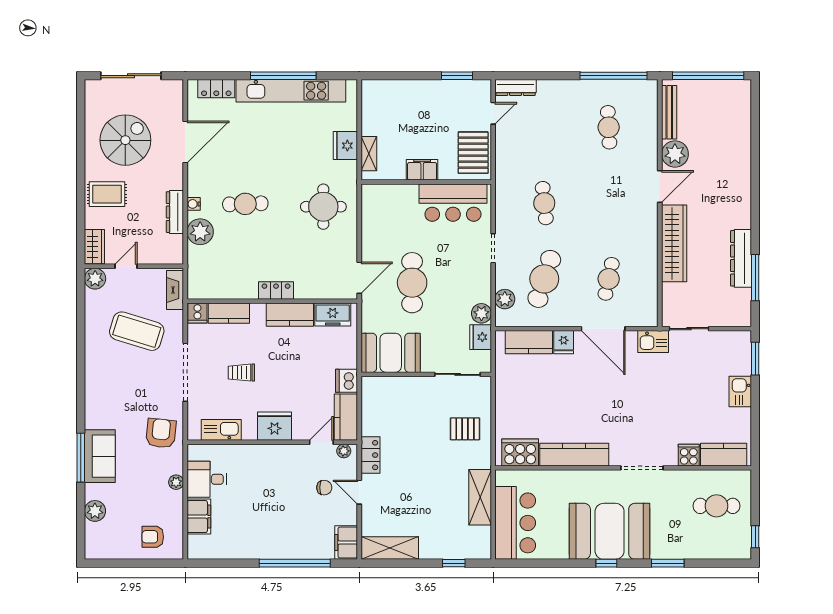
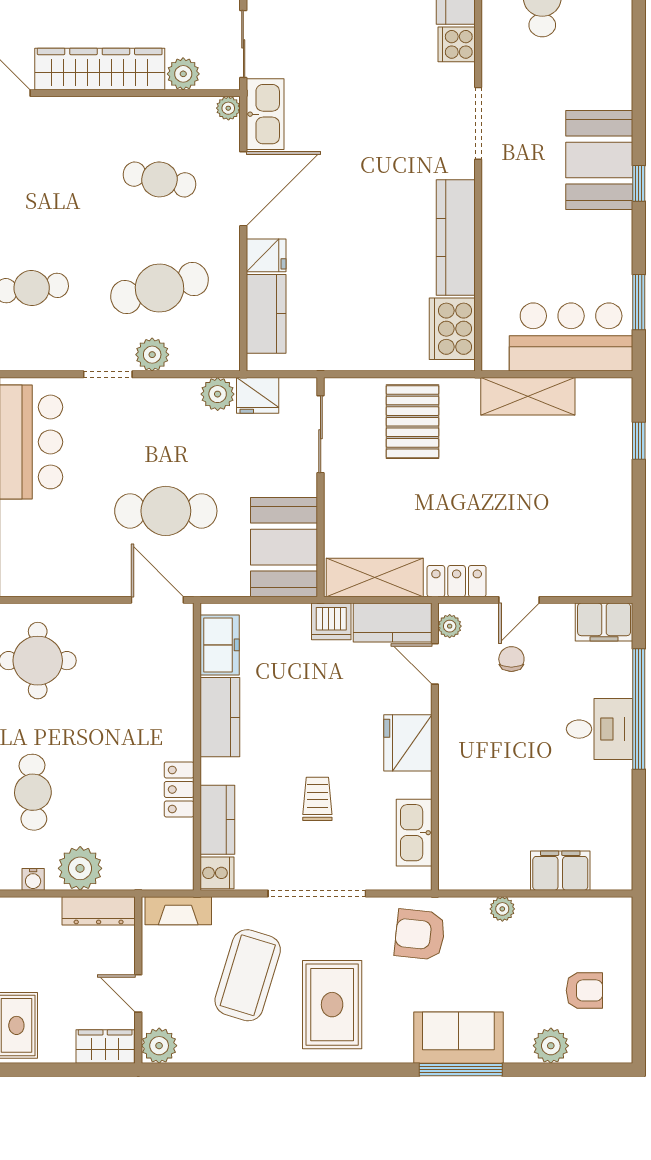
dresser: (175, 212) -> (99, 911), moved
cafe table: (544, 279) -> (159, 288), turned -33
locker: (276, 291) -> (179, 789), moved
plant: (671, 293) -> (183, 74), added
plant: (505, 299) -> (152, 355), moved
plant: (651, 320) -> (228, 108), added
kitchen sink: (653, 342) -> (265, 114), width x1.38
trolley: (241, 373) -> (317, 799), turned 180
rug: (119, 381) -> (332, 1005), added
pallet: (465, 429) -> (412, 422), width x1.50, depth x1.42
desk: (207, 479) -> (600, 729), moved, turned -90
booth: (610, 531) -> (599, 160), width x0.73, depth x0.70
armchair: (153, 537) -> (584, 990), moved, turned -90
shelving: (390, 548) -> (375, 577), moved, turned 90
window: (668, 563) -> (639, 302), moved

